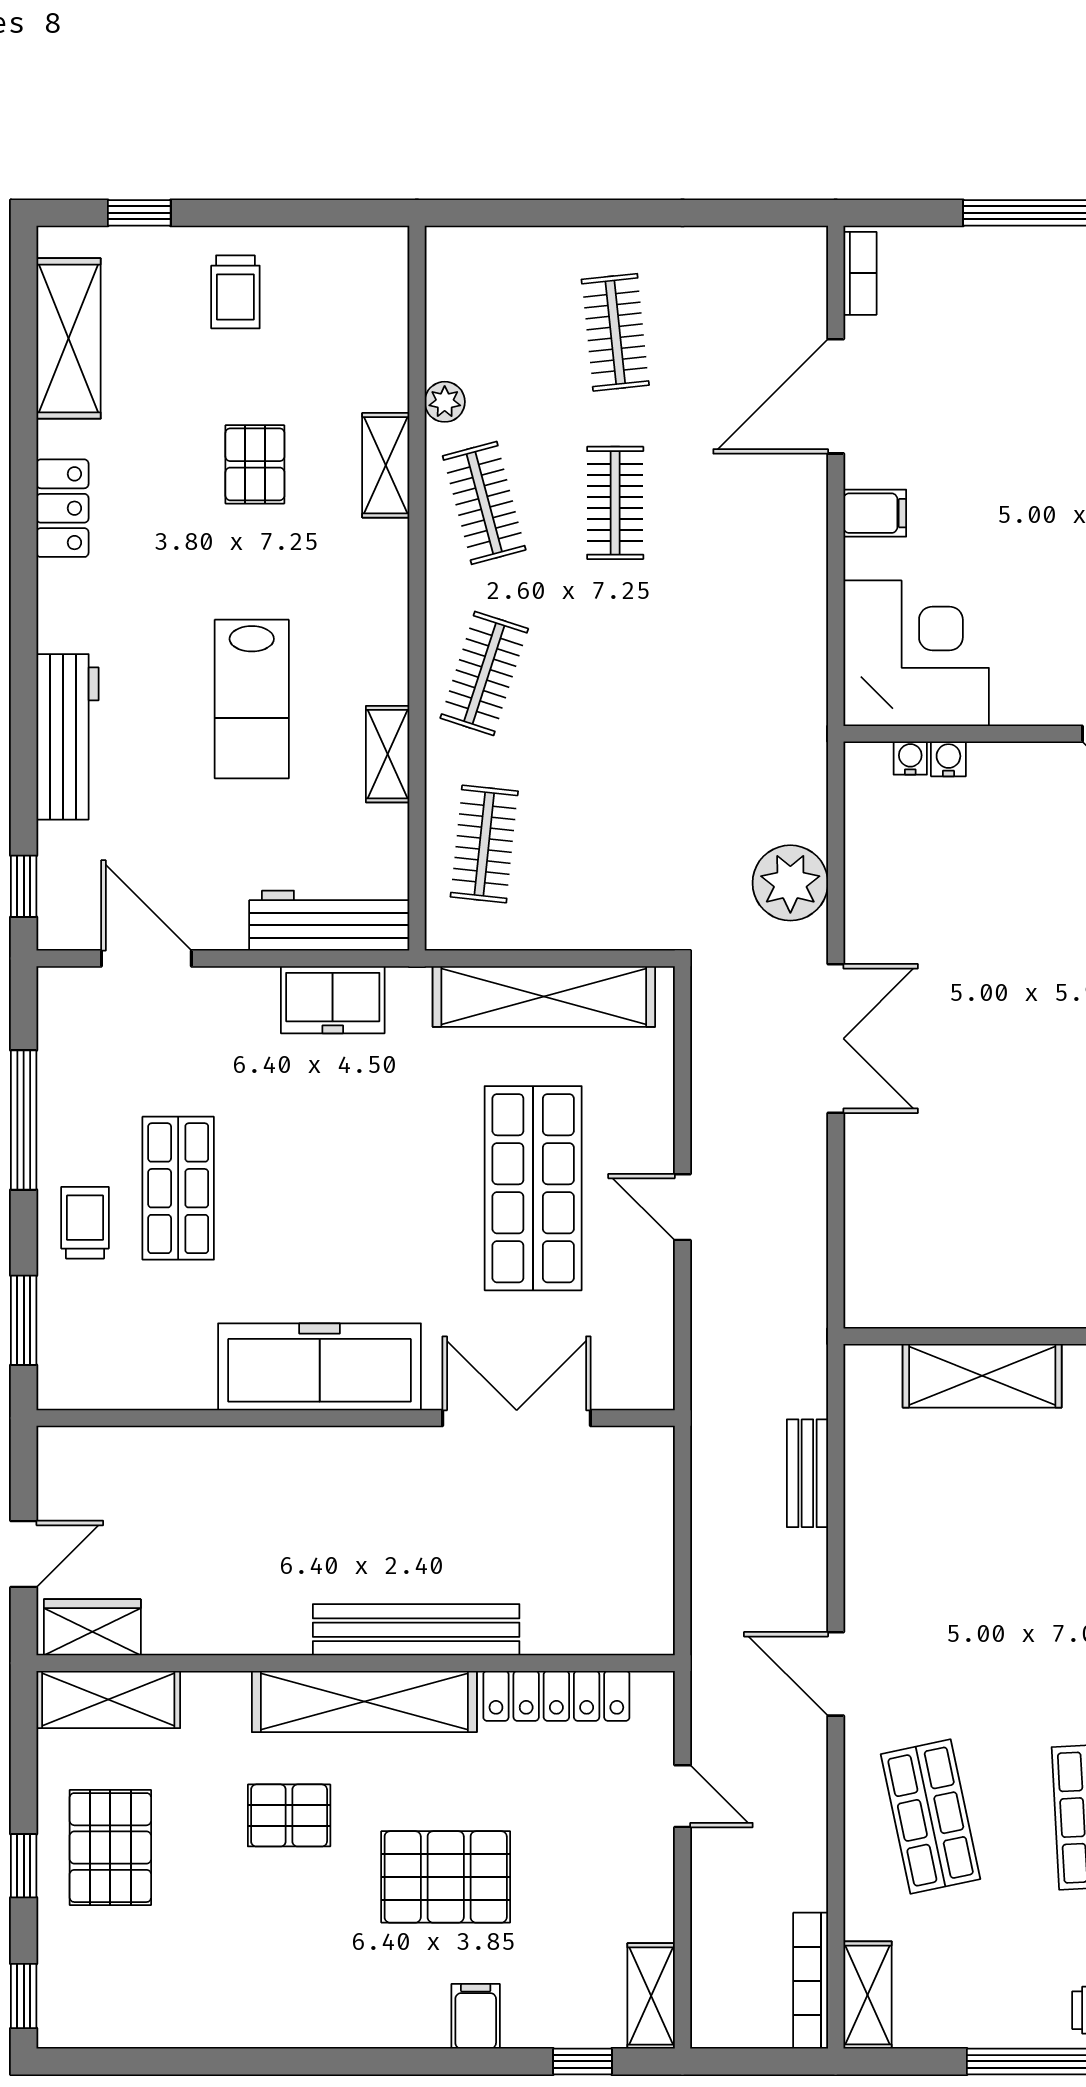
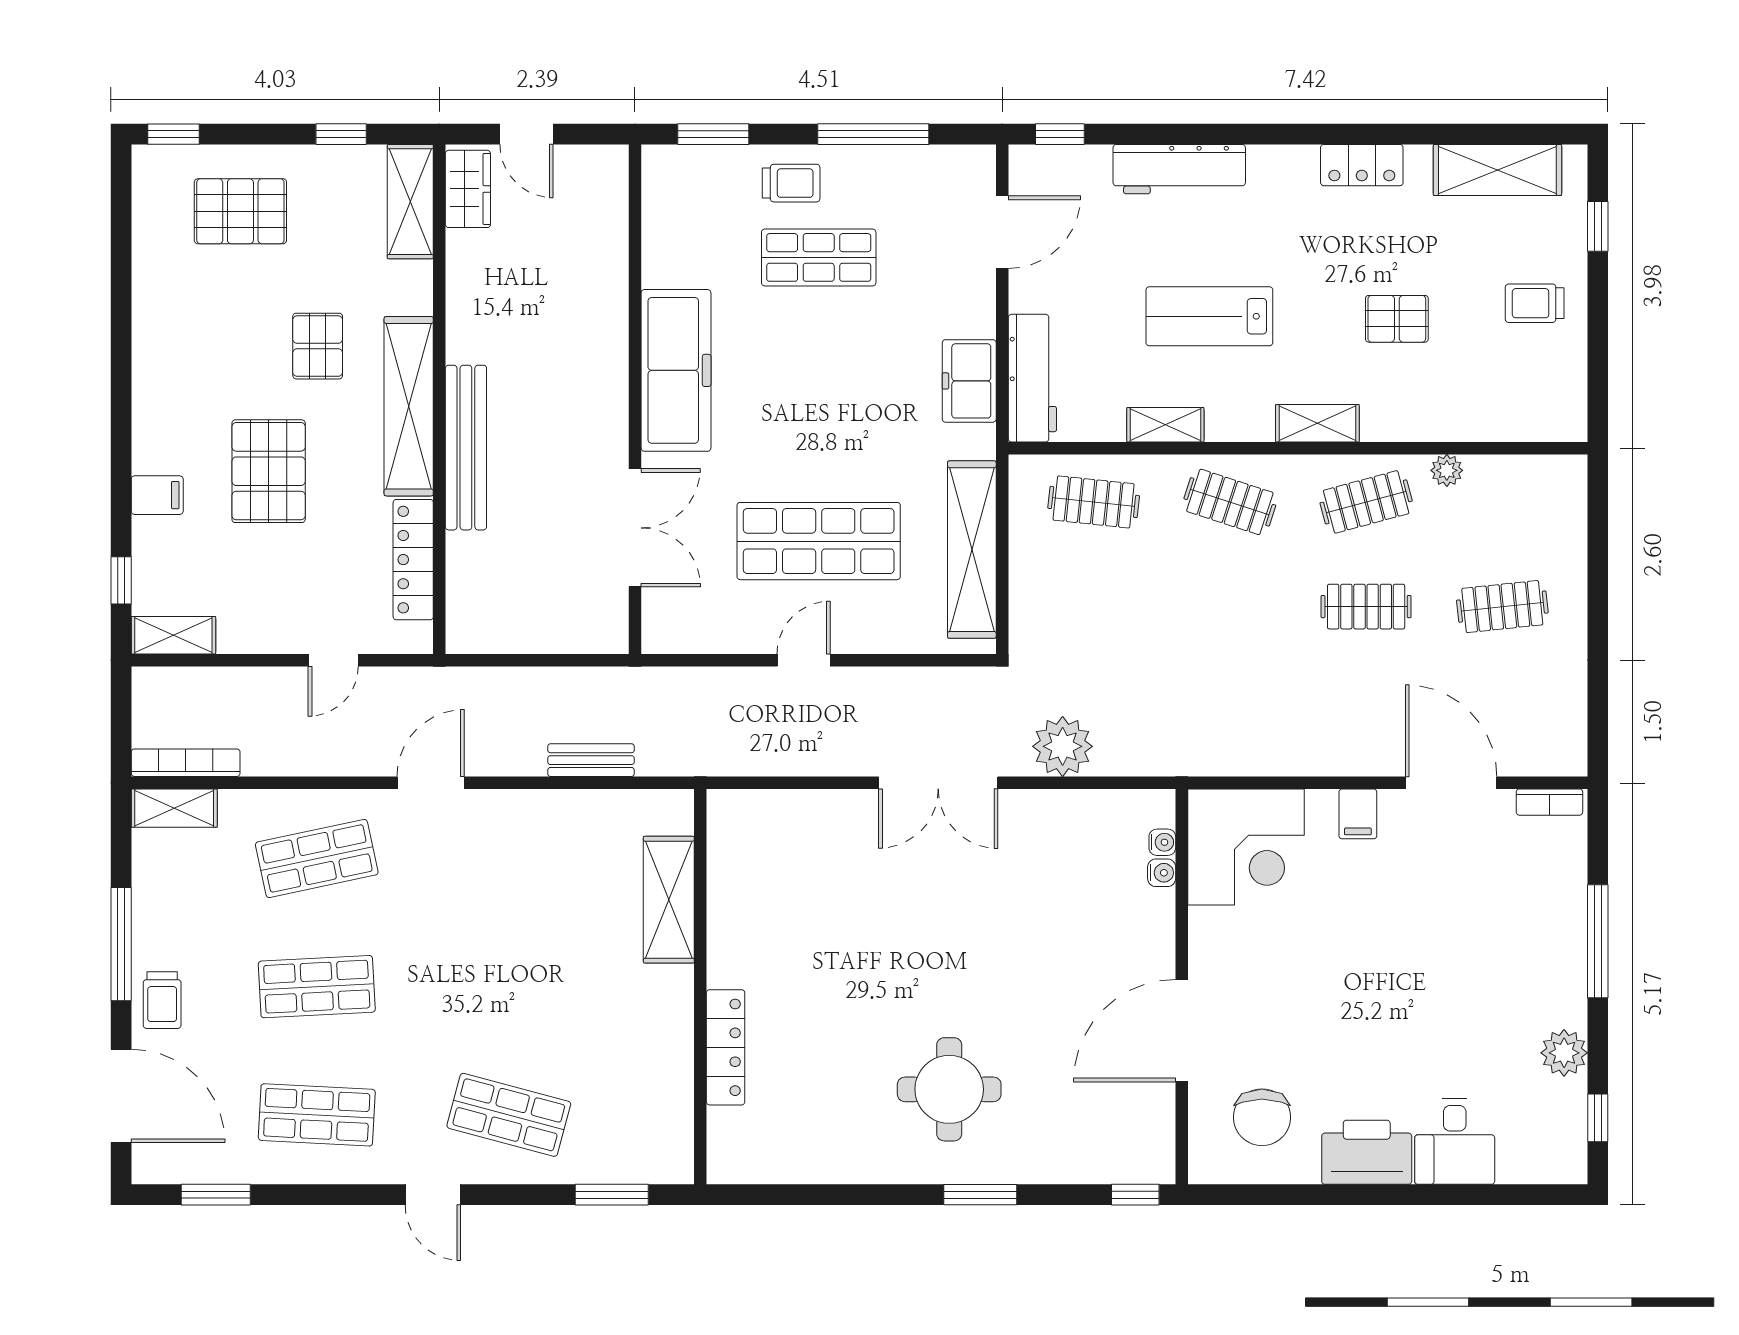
shelving: (386, 465) -> (1317, 423), moved
pallet: (110, 1848) -> (240, 211), moved
window: (24, 1866) -> (341, 134), moved

